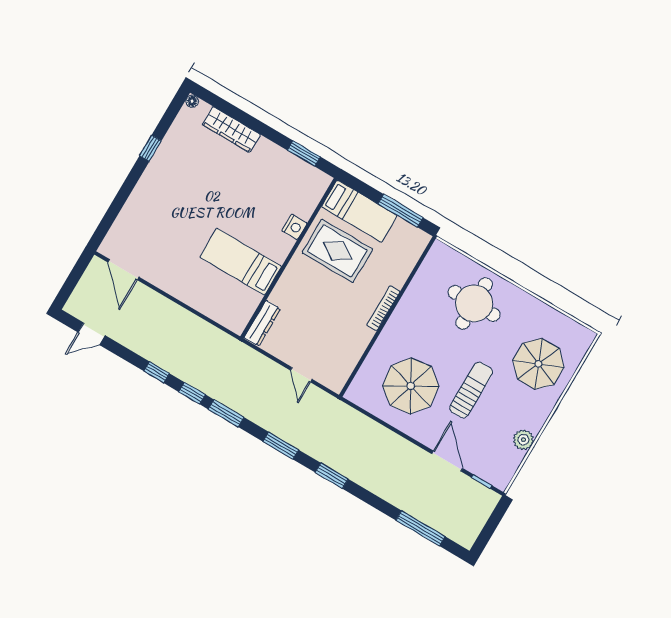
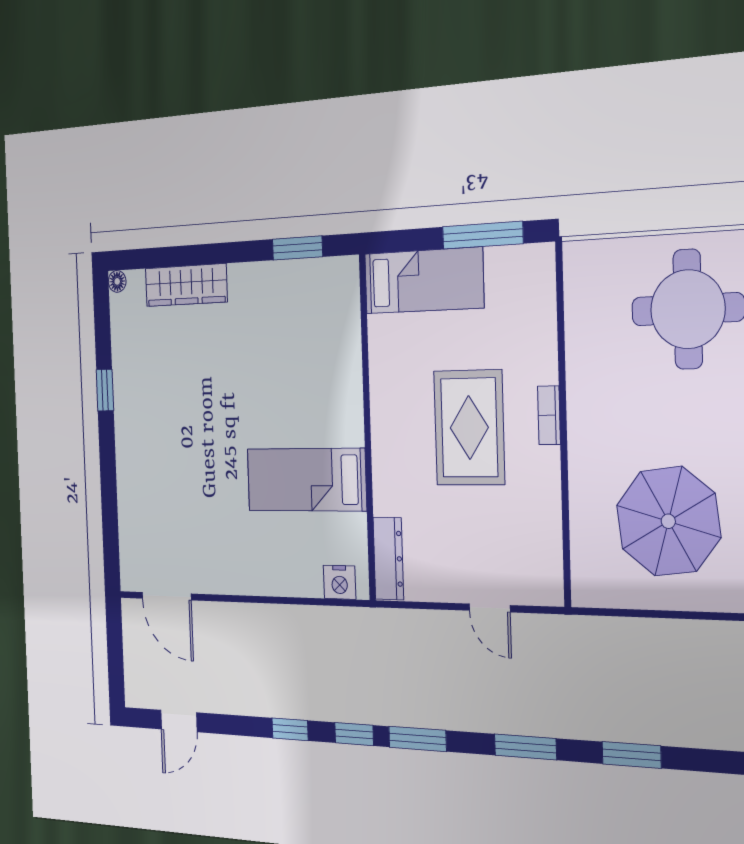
nightstand: (294, 227) -> (340, 582), moved, turned 90
rug: (337, 251) -> (469, 428), moved, turned 90
bookcase: (383, 308) -> (549, 415), width x0.64

